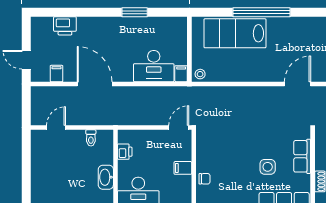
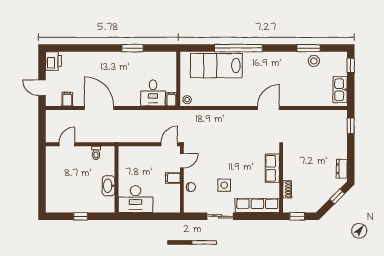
printer: (65, 26) -> (53, 61), moved, turned -90
desk: (154, 66) -> (153, 93), width x0.73
door: (194, 147) -> (182, 161), added
printer: (125, 152) -> (124, 164), removed
side table: (268, 167) -> (224, 185), moved

